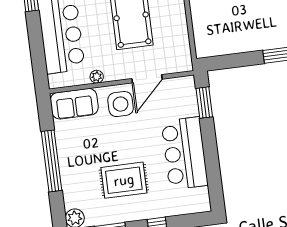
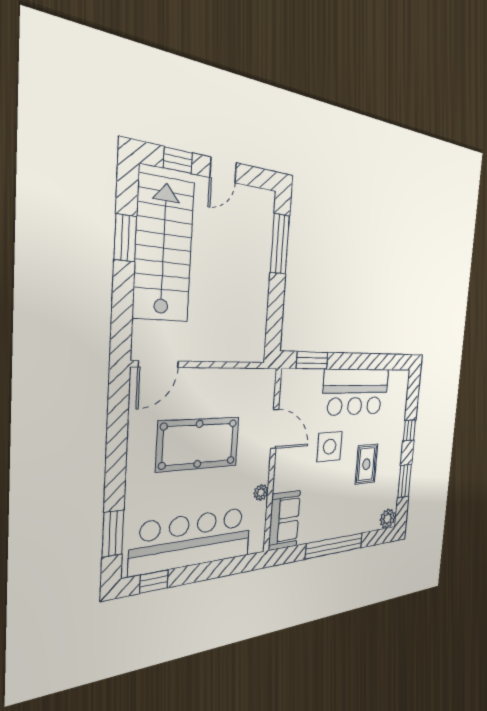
side table: (121, 104) -> (330, 447), moved
rug: (124, 180) -> (366, 464), width x0.73, depth x0.70

